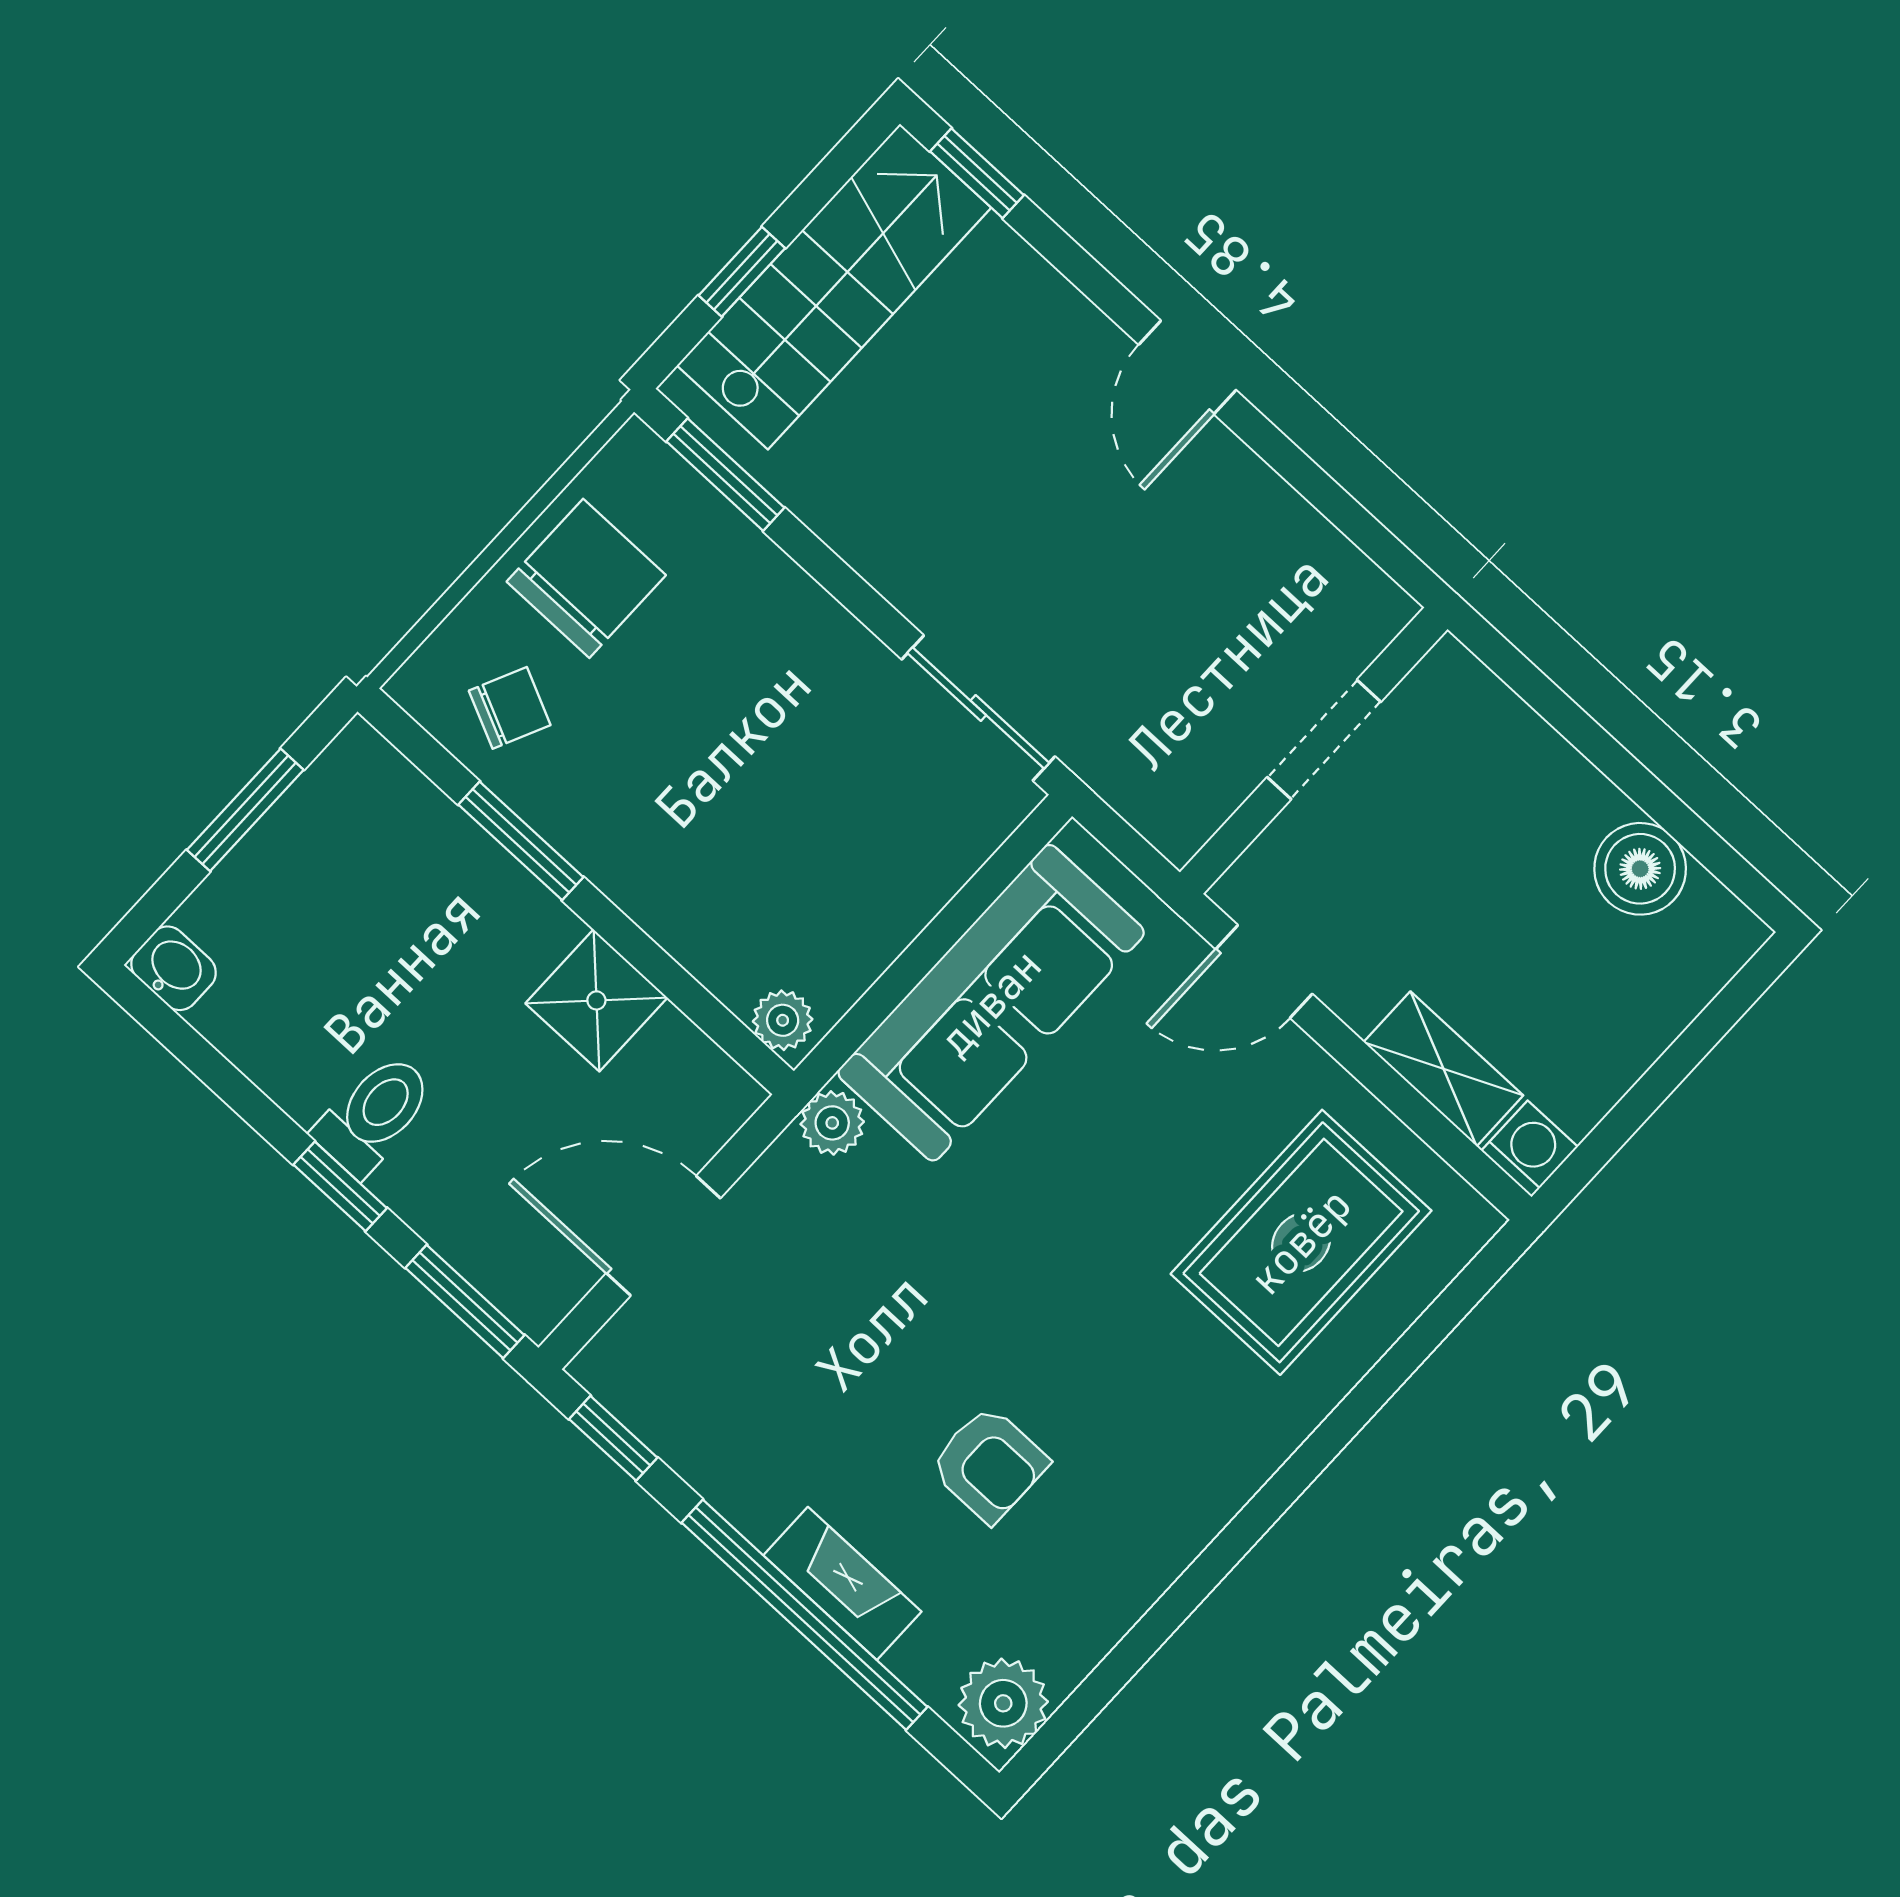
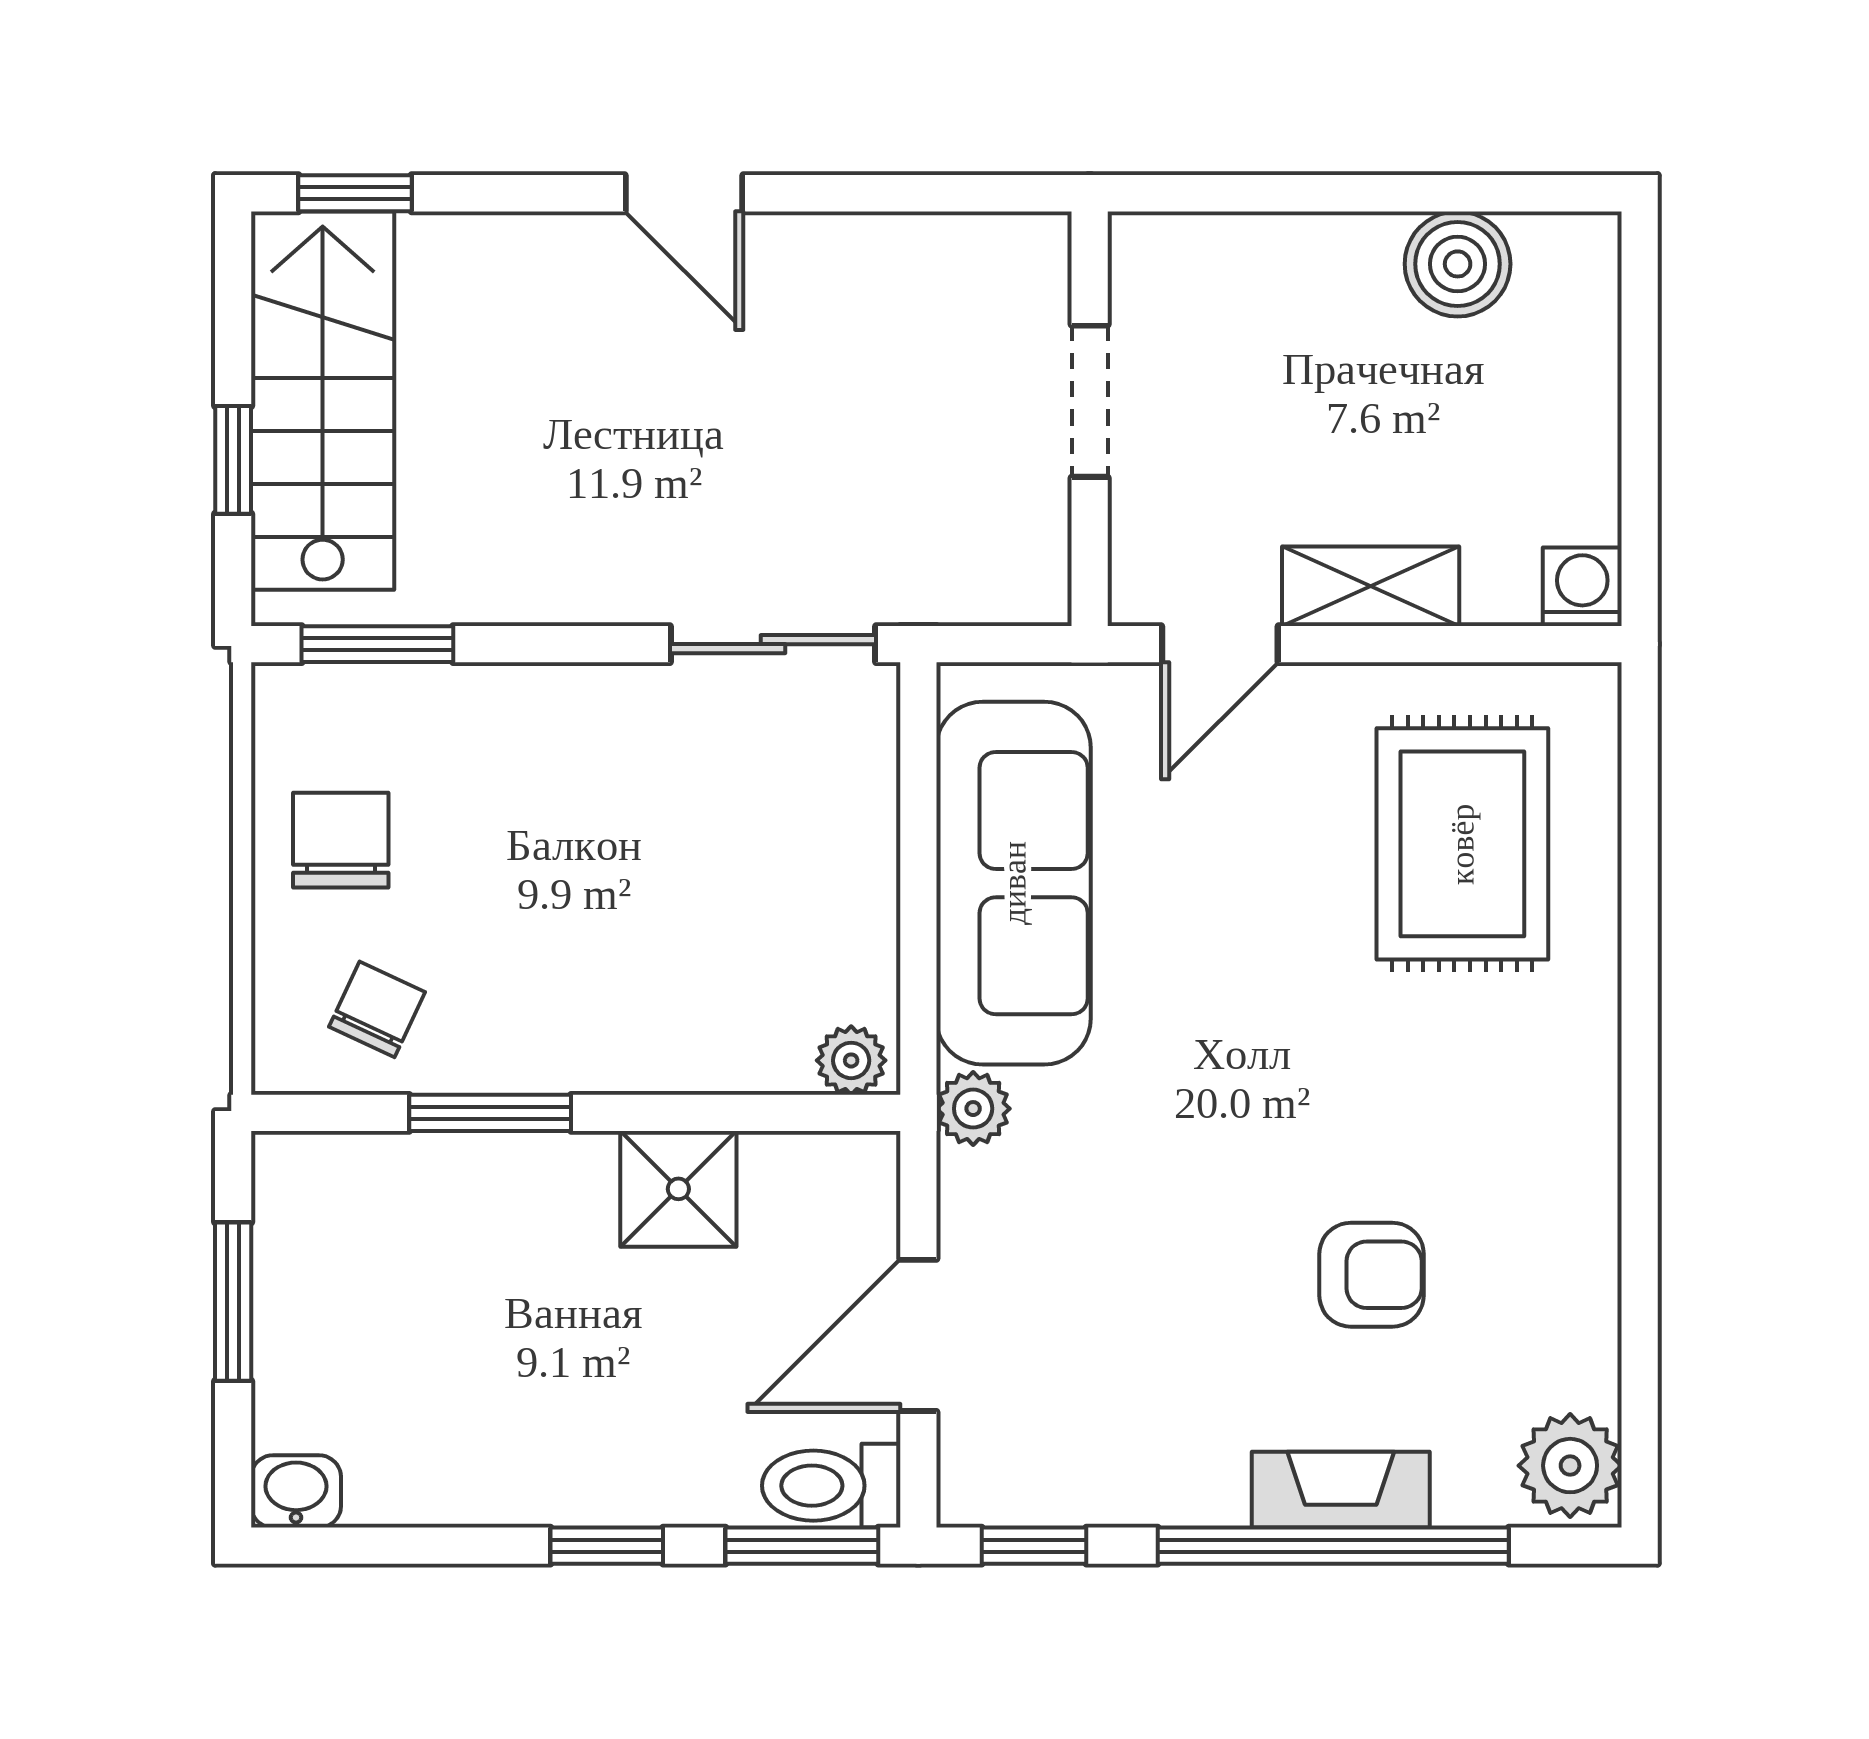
chair: (586, 578) -> (341, 840), width x0.73, depth x0.73
shelving: (1443, 1069) -> (1371, 586), moved
toilet: (374, 1115) -> (831, 1486), moved, turned -90

